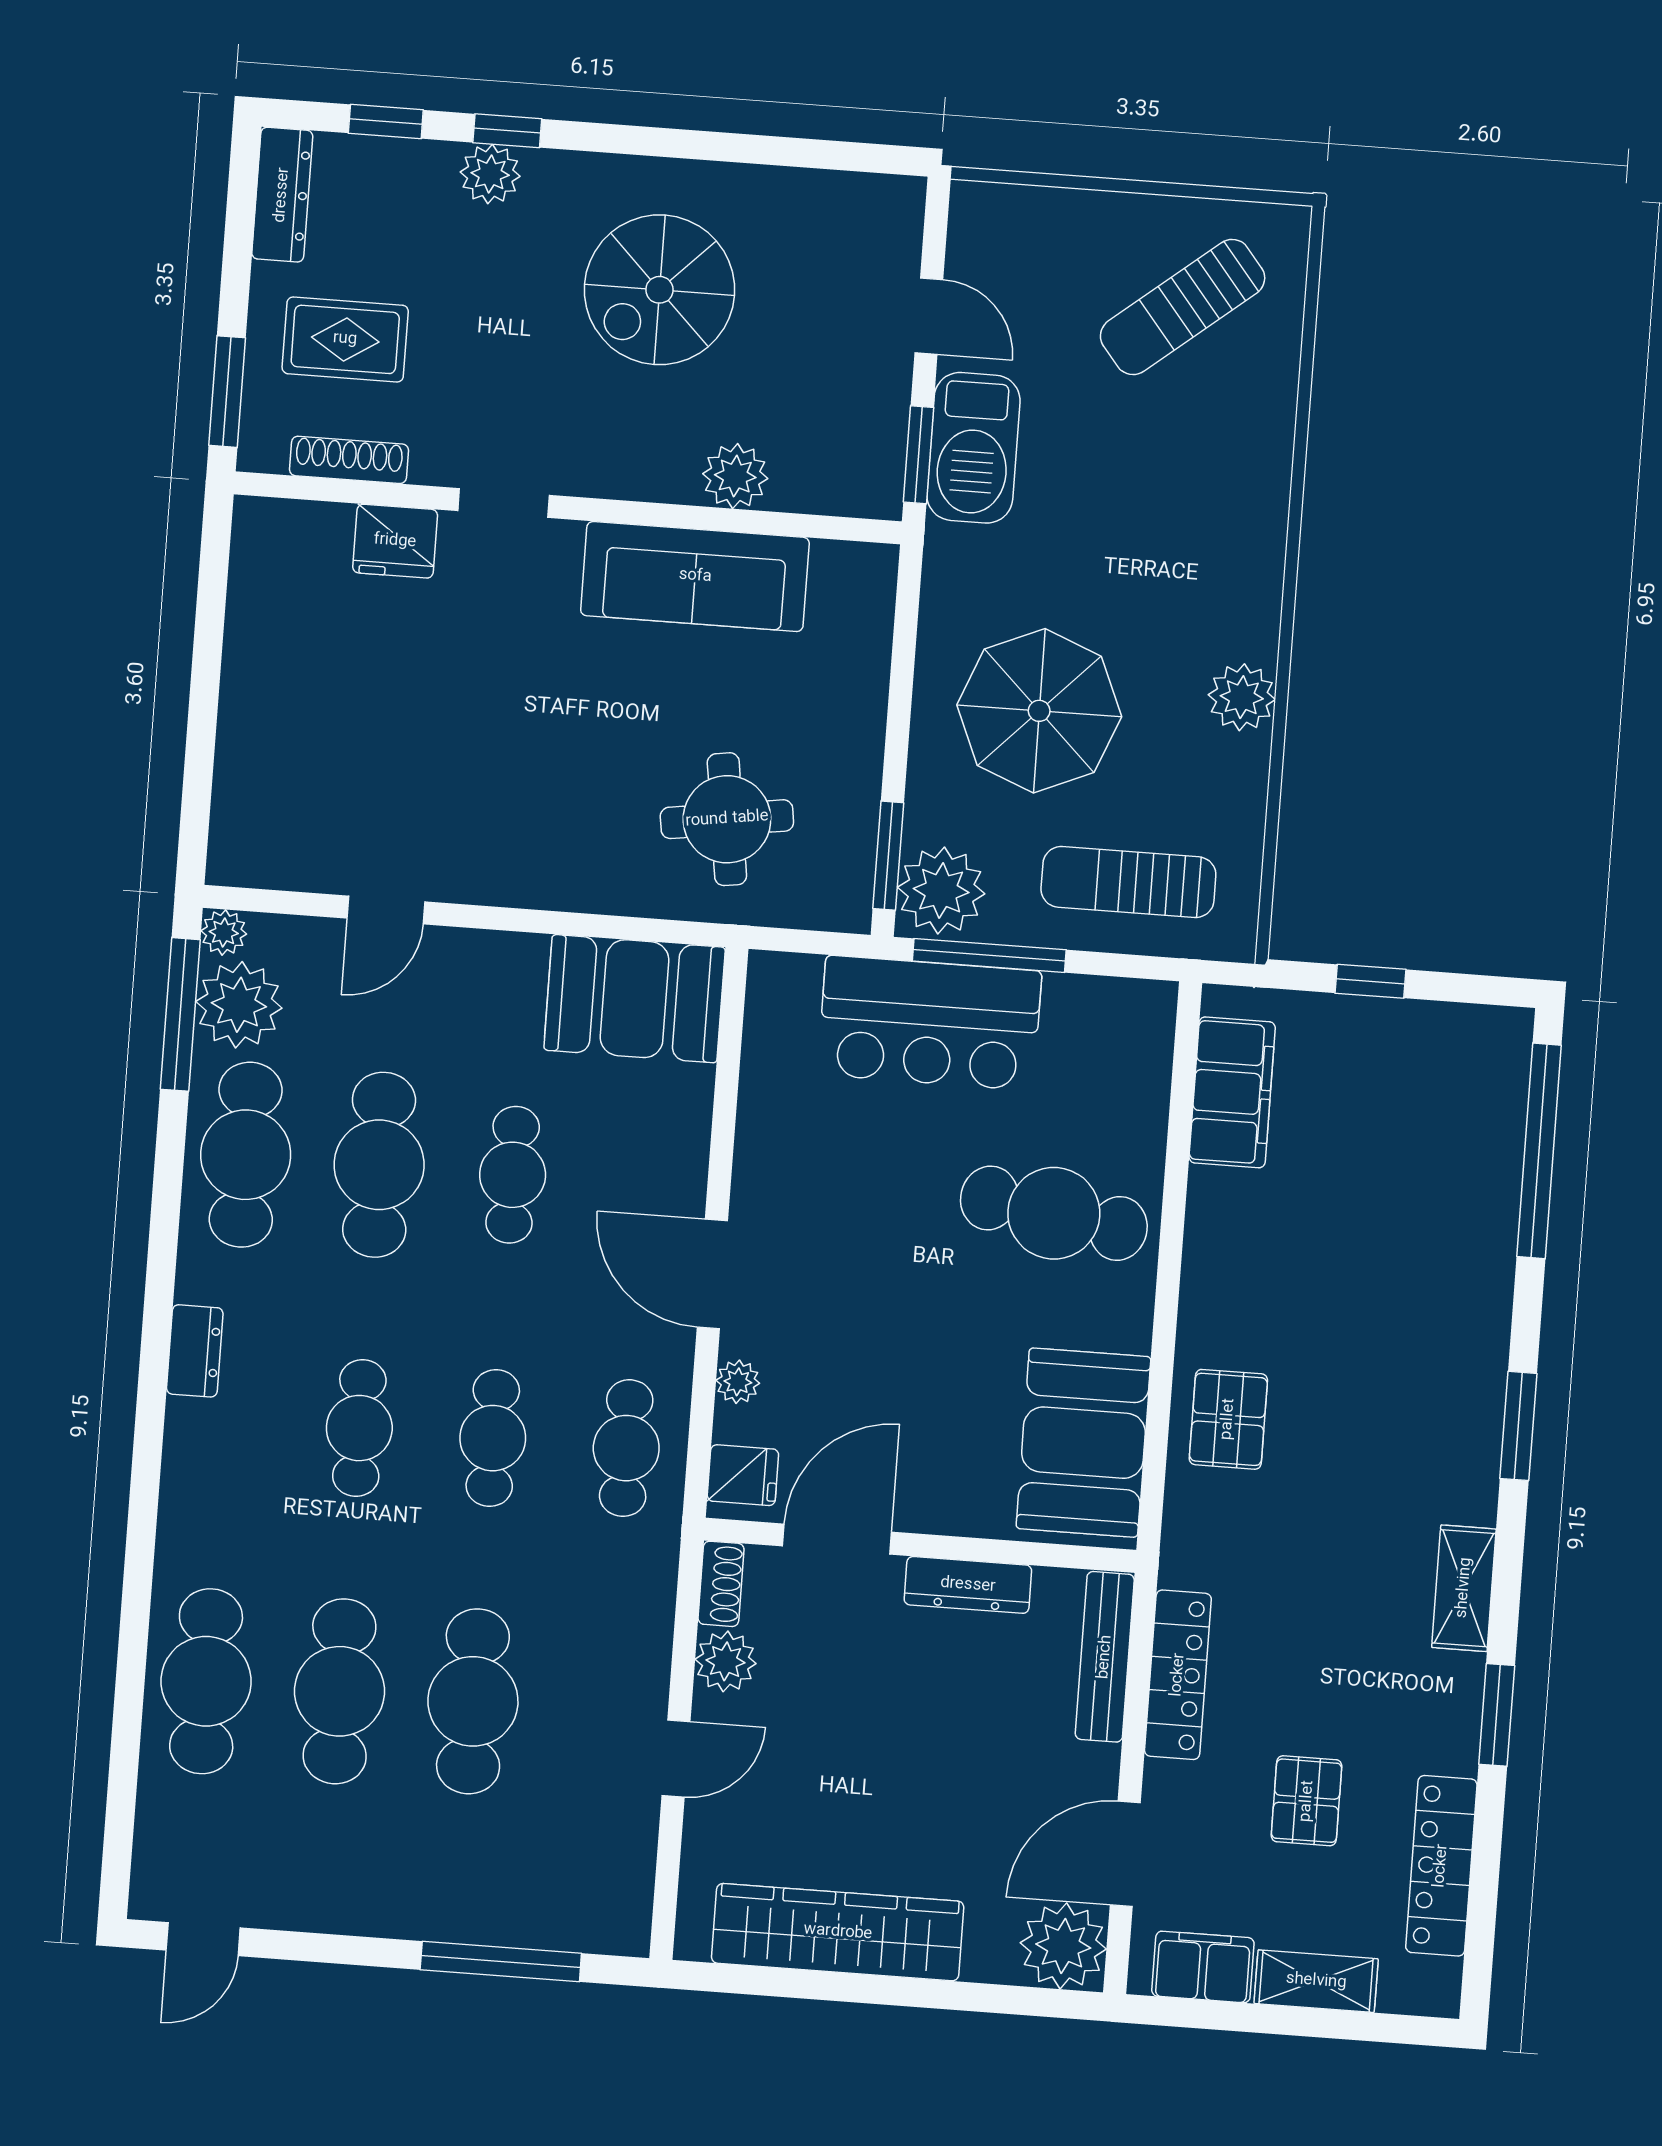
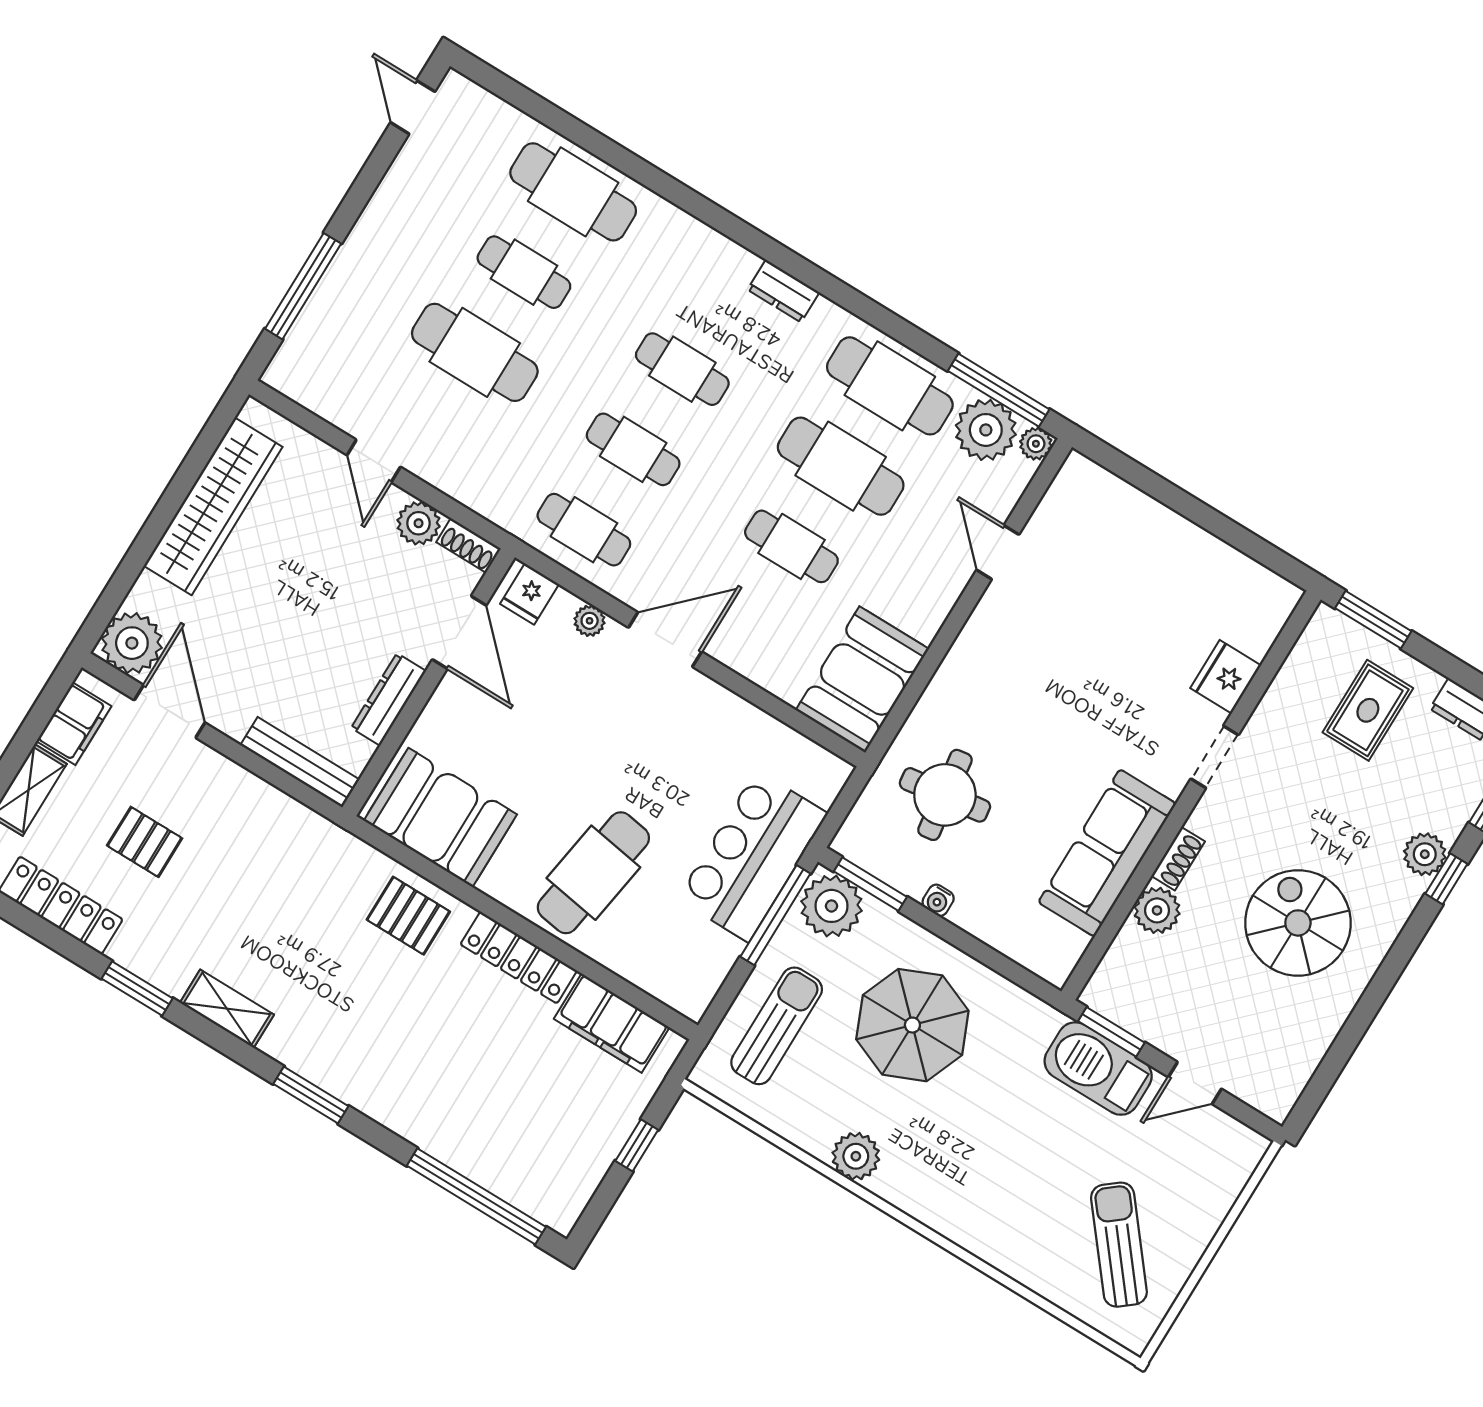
shoe rack: (349, 460) -> (1178, 859), moved, width x0.70
water cooler: (865, 759) -> (938, 900), added
locker: (1178, 1675) -> (519, 958), moved
cafe table: (339, 1691) -> (524, 272), width x0.73, depth x0.74

